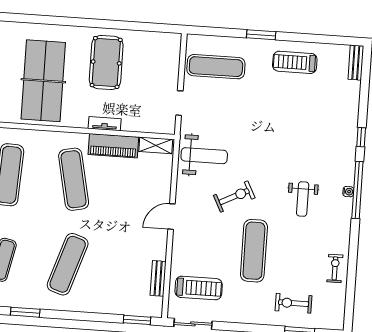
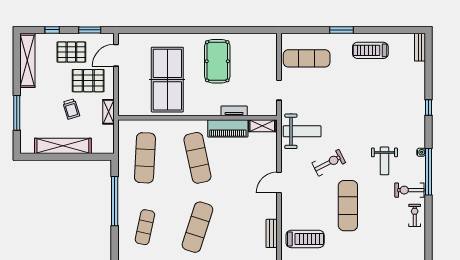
tv unit: (105, 124) -> (234, 111), moved
window: (357, 190) -> (428, 172), moved
exercise bike: (294, 303) -> (409, 190), moved

